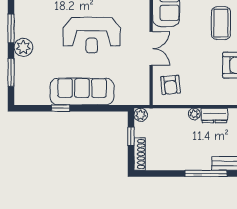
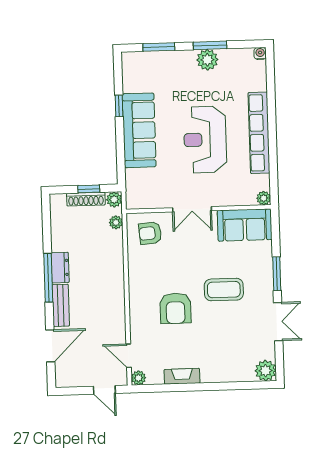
plant: (23, 47) -> (207, 60), moved
plant: (194, 114) -> (116, 222), moved
dresser: (214, 115) -> (60, 268), moved, turned 180
shoe rack: (140, 154) -> (86, 199), moved

